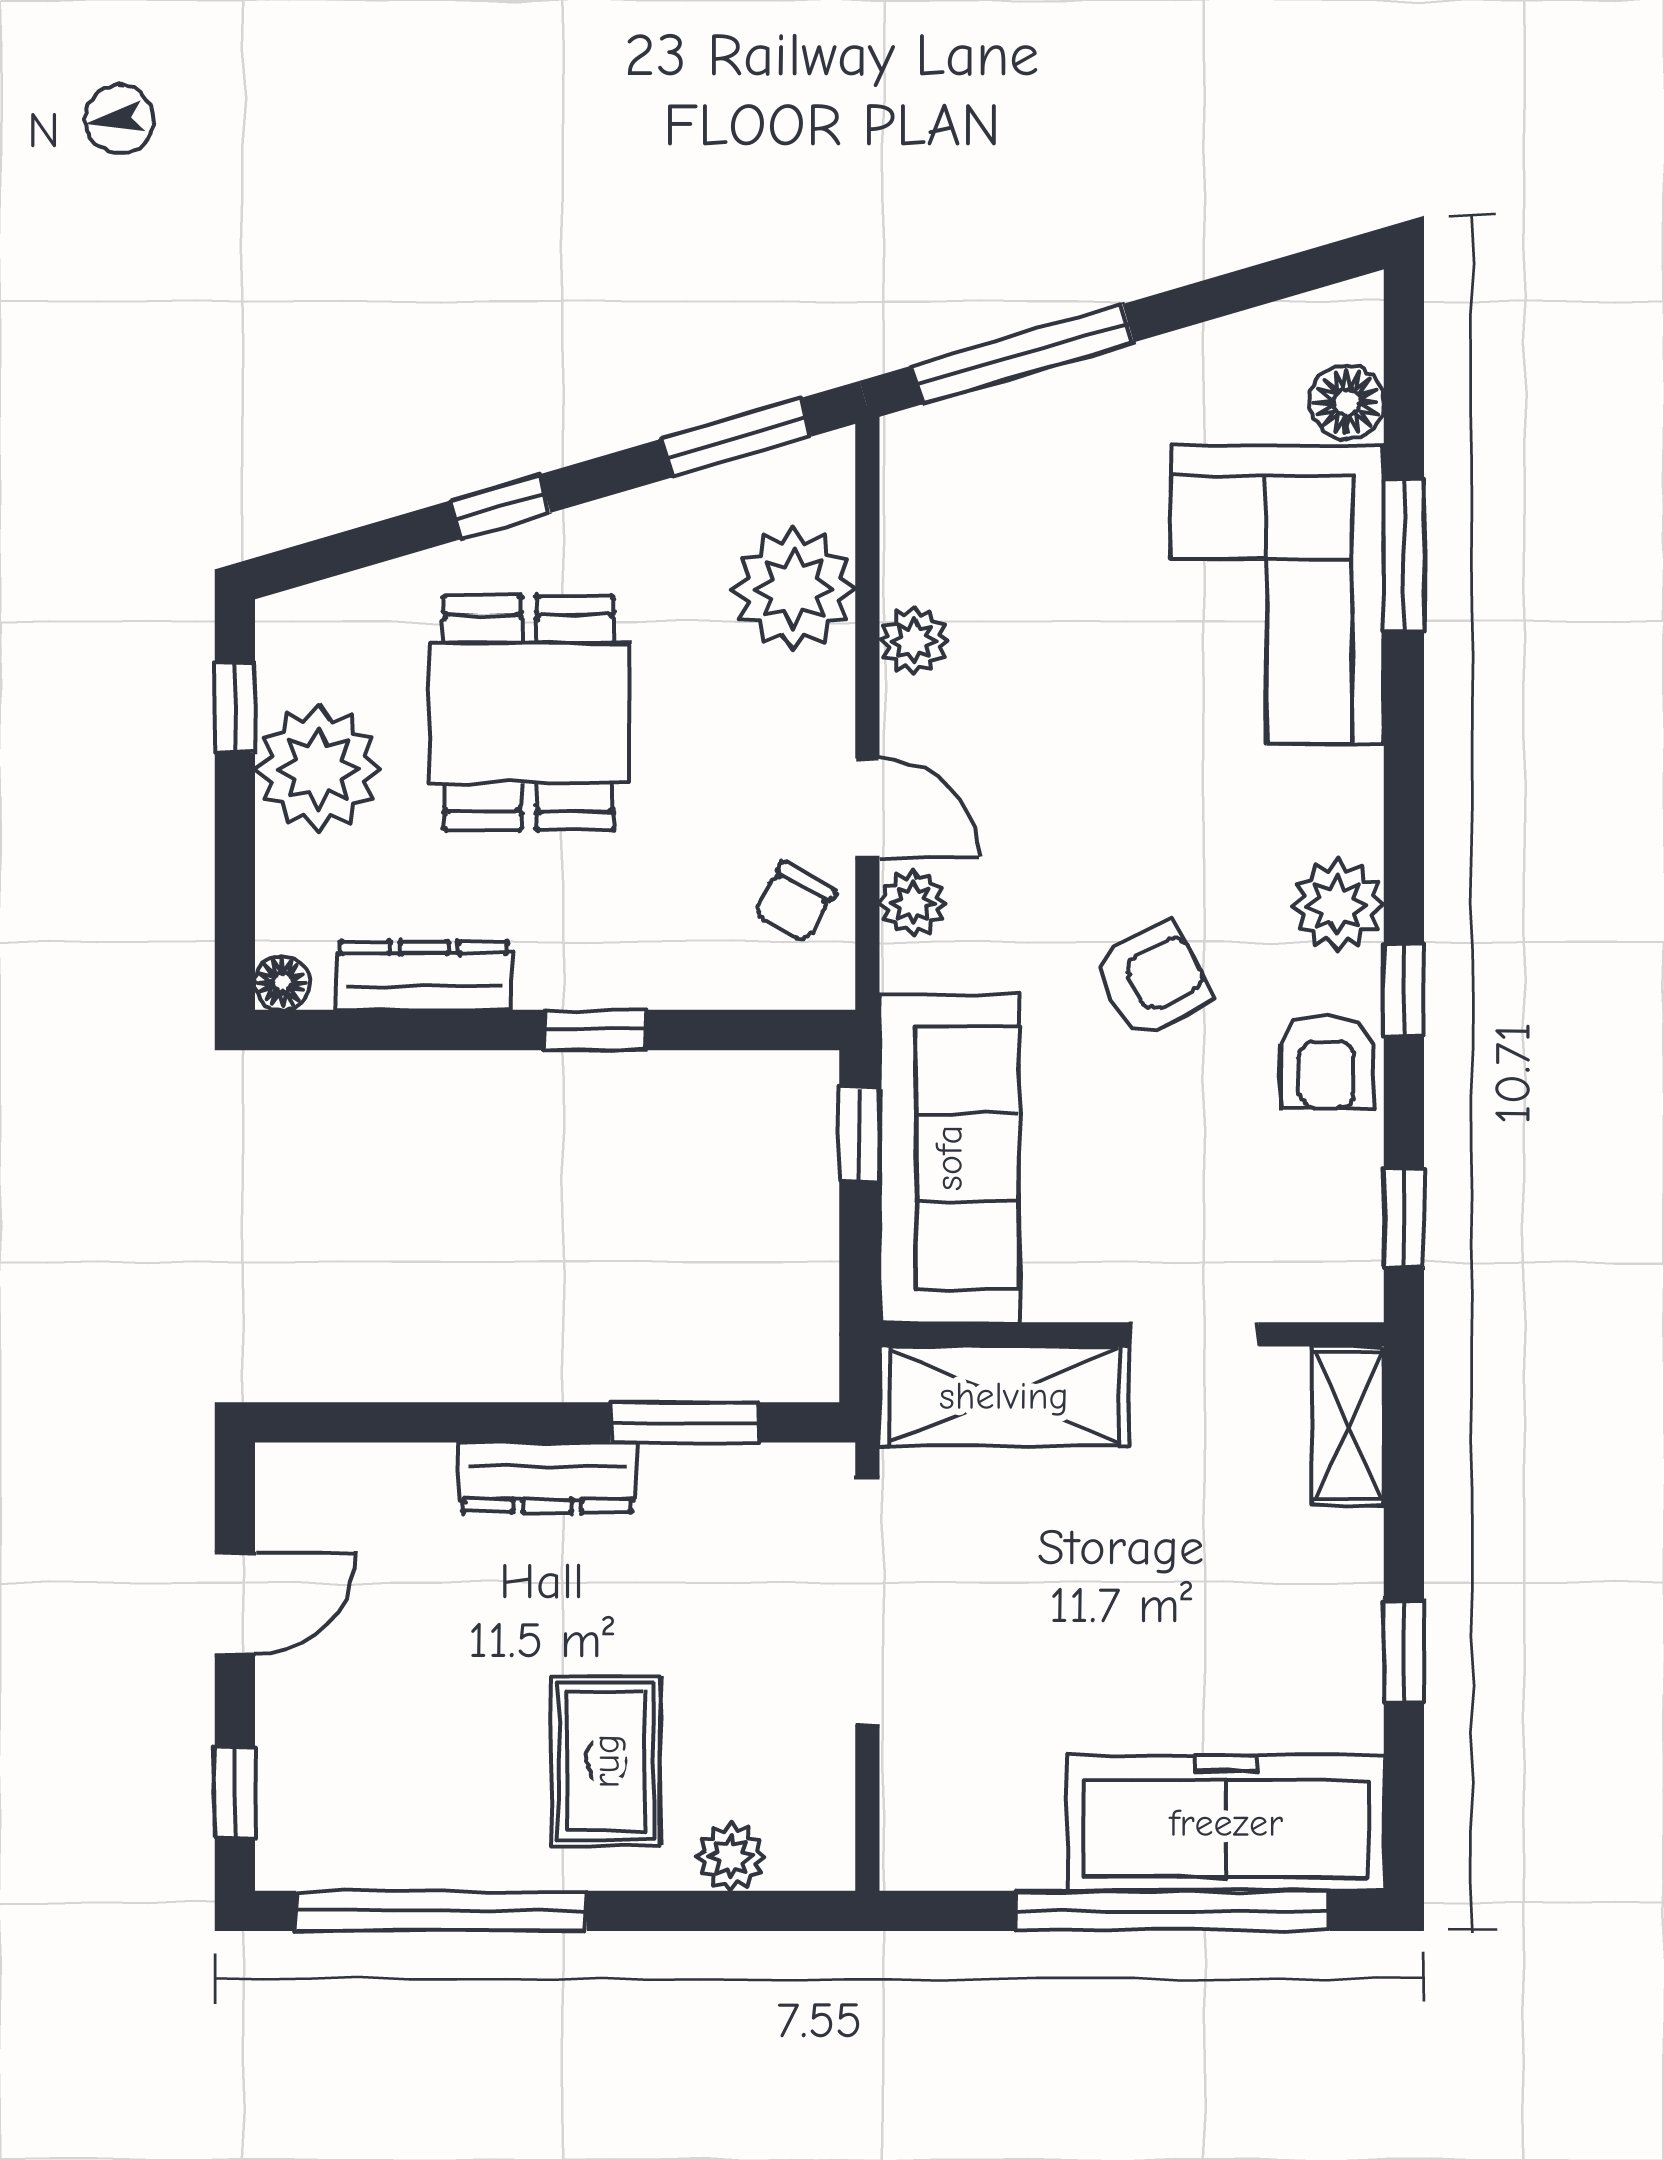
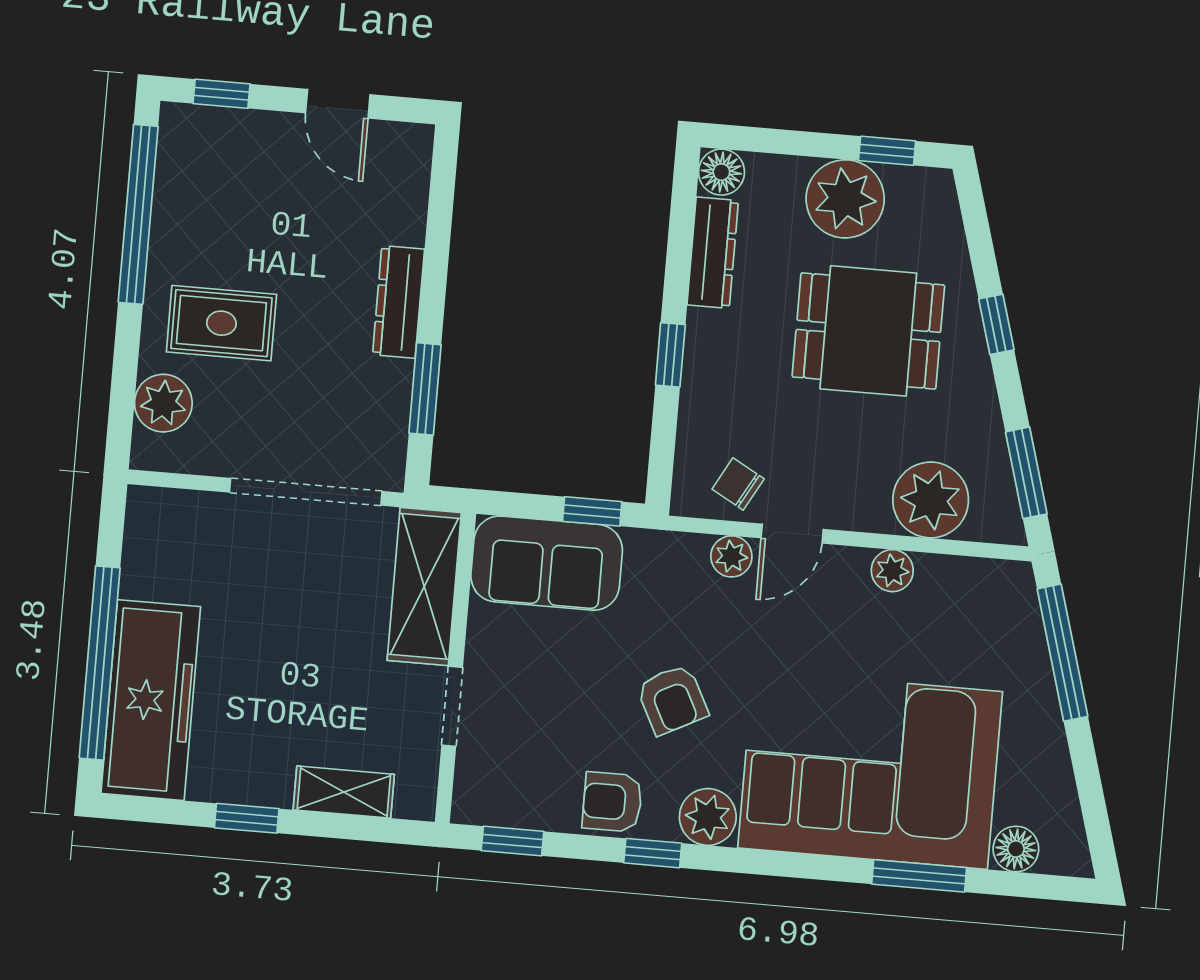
corner sofa: (1277, 595) -> (870, 770), width x1.36, depth x1.36
floor lamp: (282, 983) -> (721, 172), width x1.37, depth x1.37
sofa: (949, 1158) -> (547, 563), width x0.73
shelving: (1348, 1426) -> (344, 792), moved
plant: (731, 1857) -> (163, 403), width x1.38, depth x1.38

